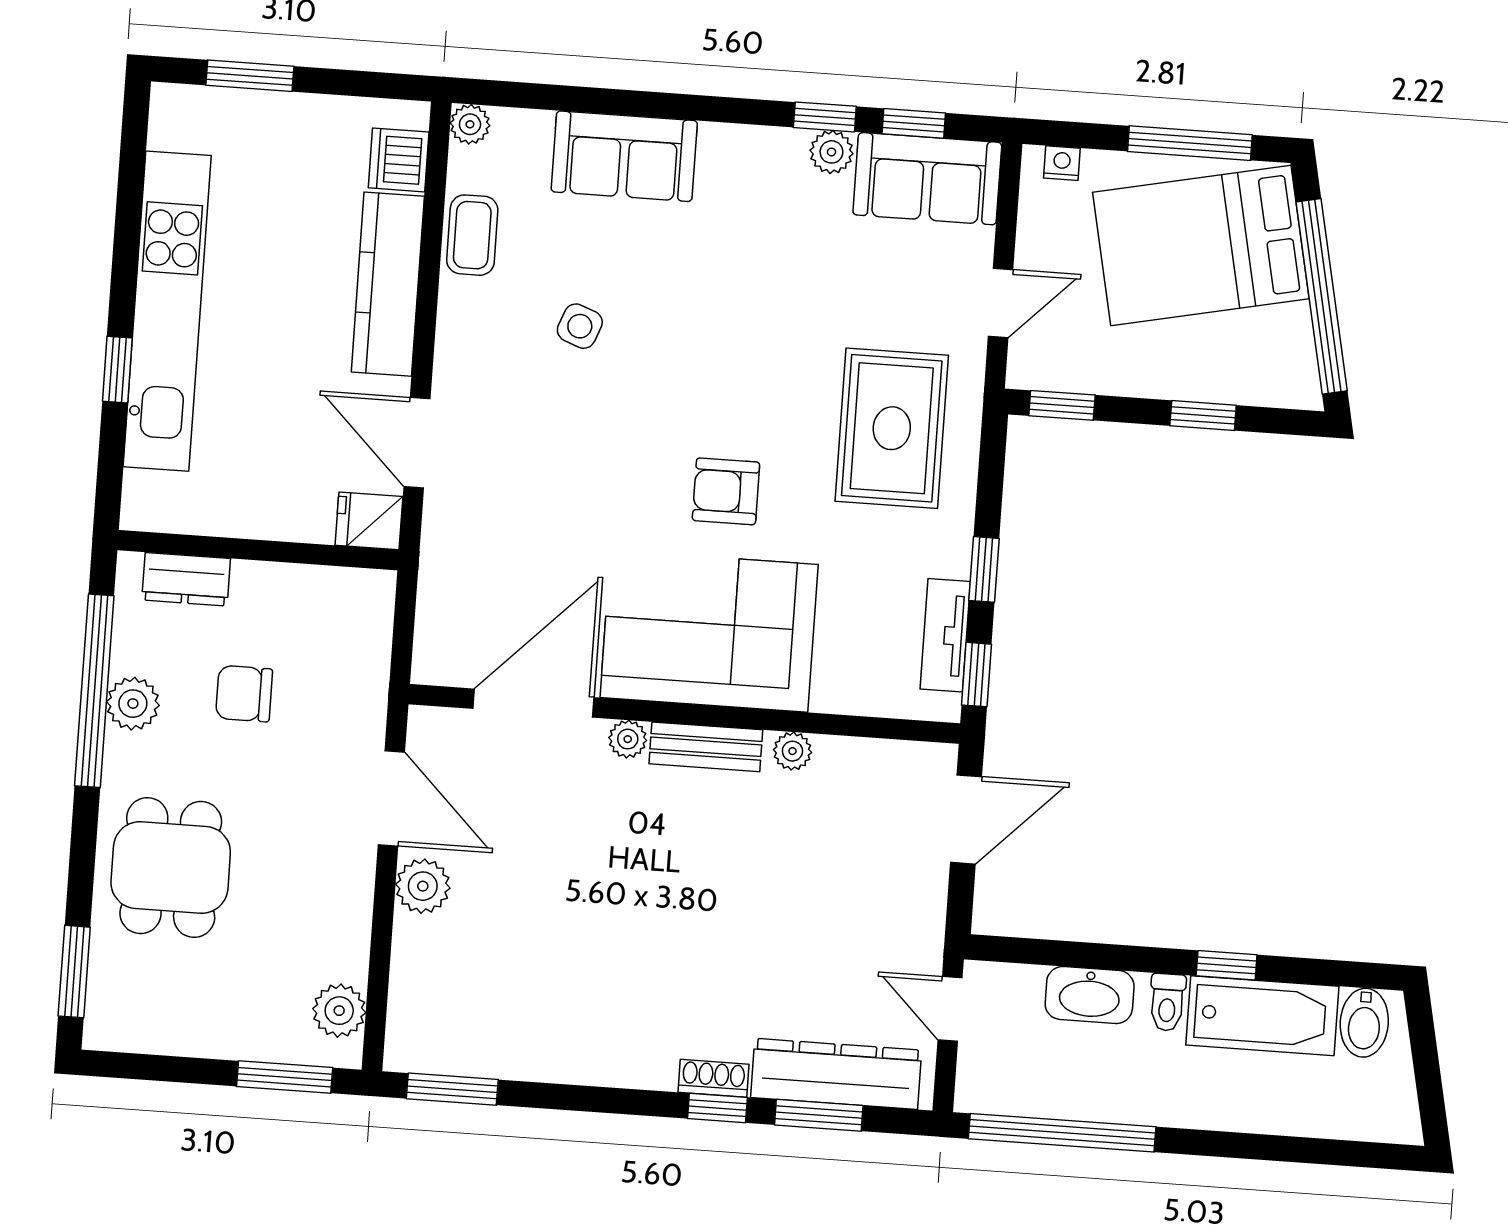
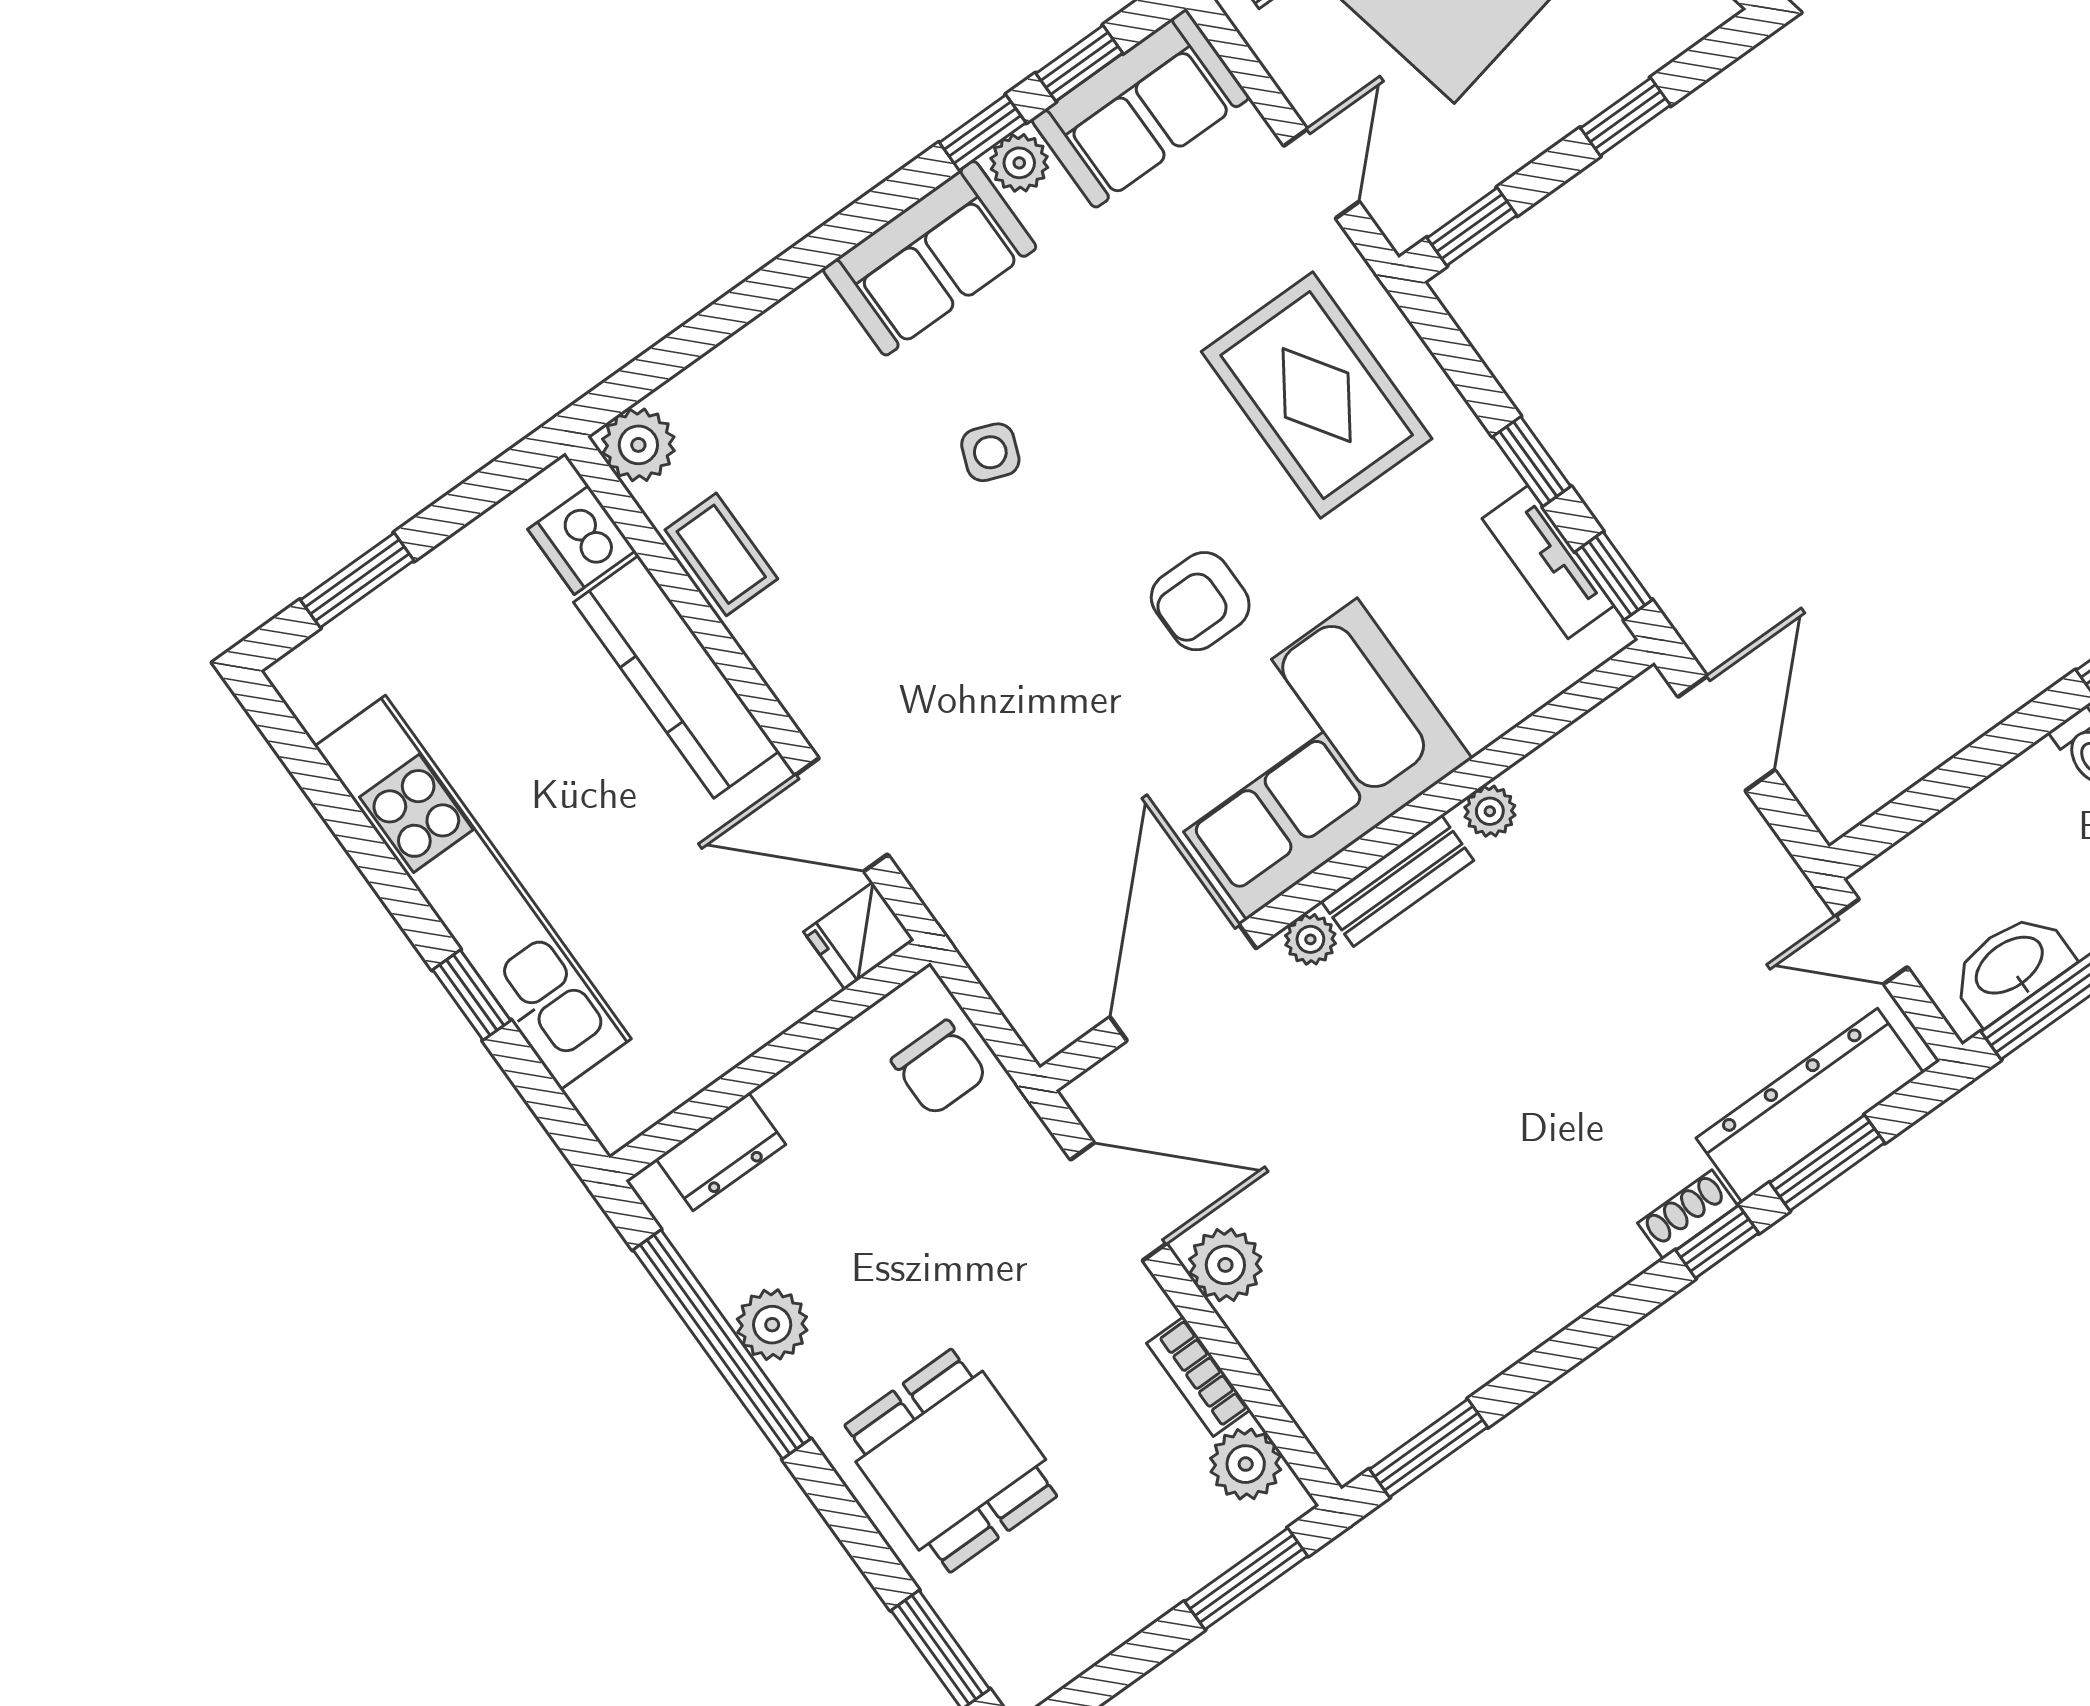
plant: (470, 124) -> (638, 445), width x1.38, depth x1.38
sofa: (624, 156) -> (930, 258), moved
side table: (580, 326) -> (990, 452), moved
chair: (244, 694) -> (939, 1068), moved, turned -90
bookcase: (354, 938) -> (1199, 1377), added
washbasin: (1090, 995) -> (2011, 967), moved, turned 180

